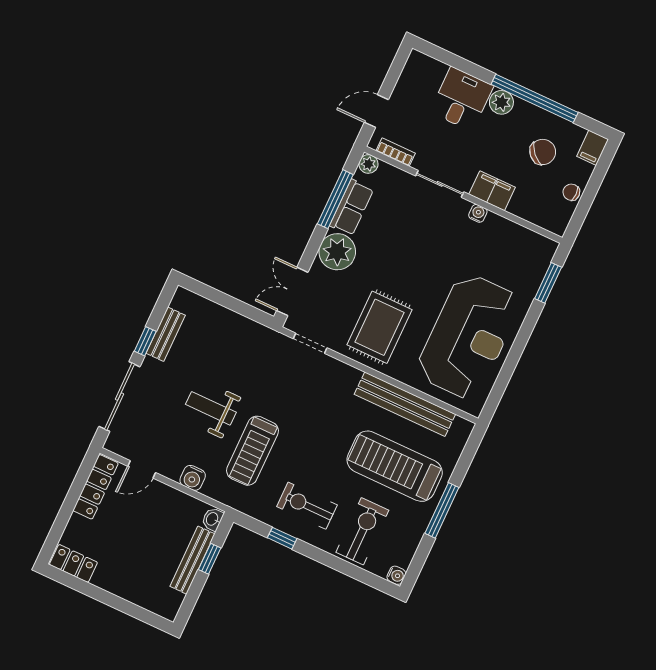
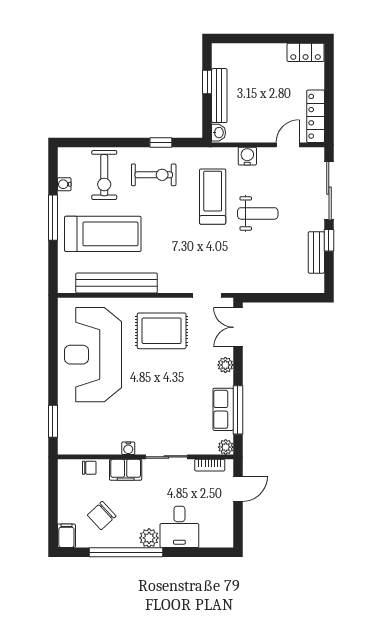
chair: (571, 192) -> (89, 468), moved
plant: (337, 252) -> (225, 365), width x0.53, depth x0.53
double door: (292, 291) -> (238, 327), swing flipped
rug: (379, 327) -> (162, 331), turned 90
window: (210, 559) -> (207, 82), moved
water cooler: (396, 575) -> (64, 184), moved

